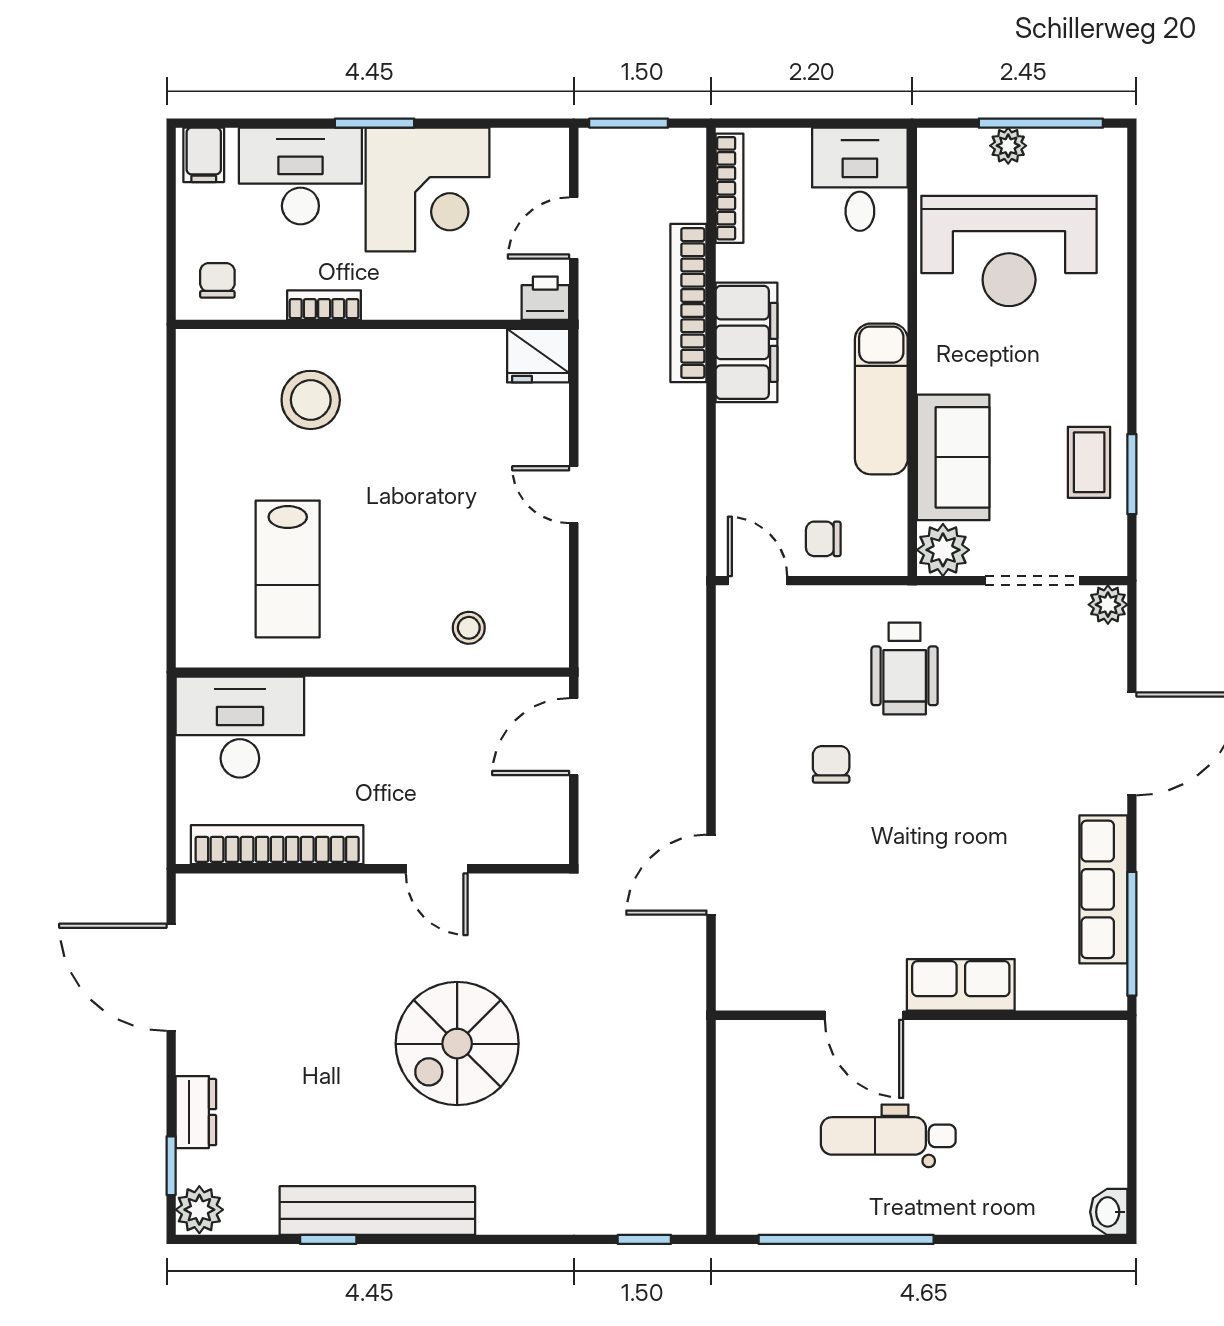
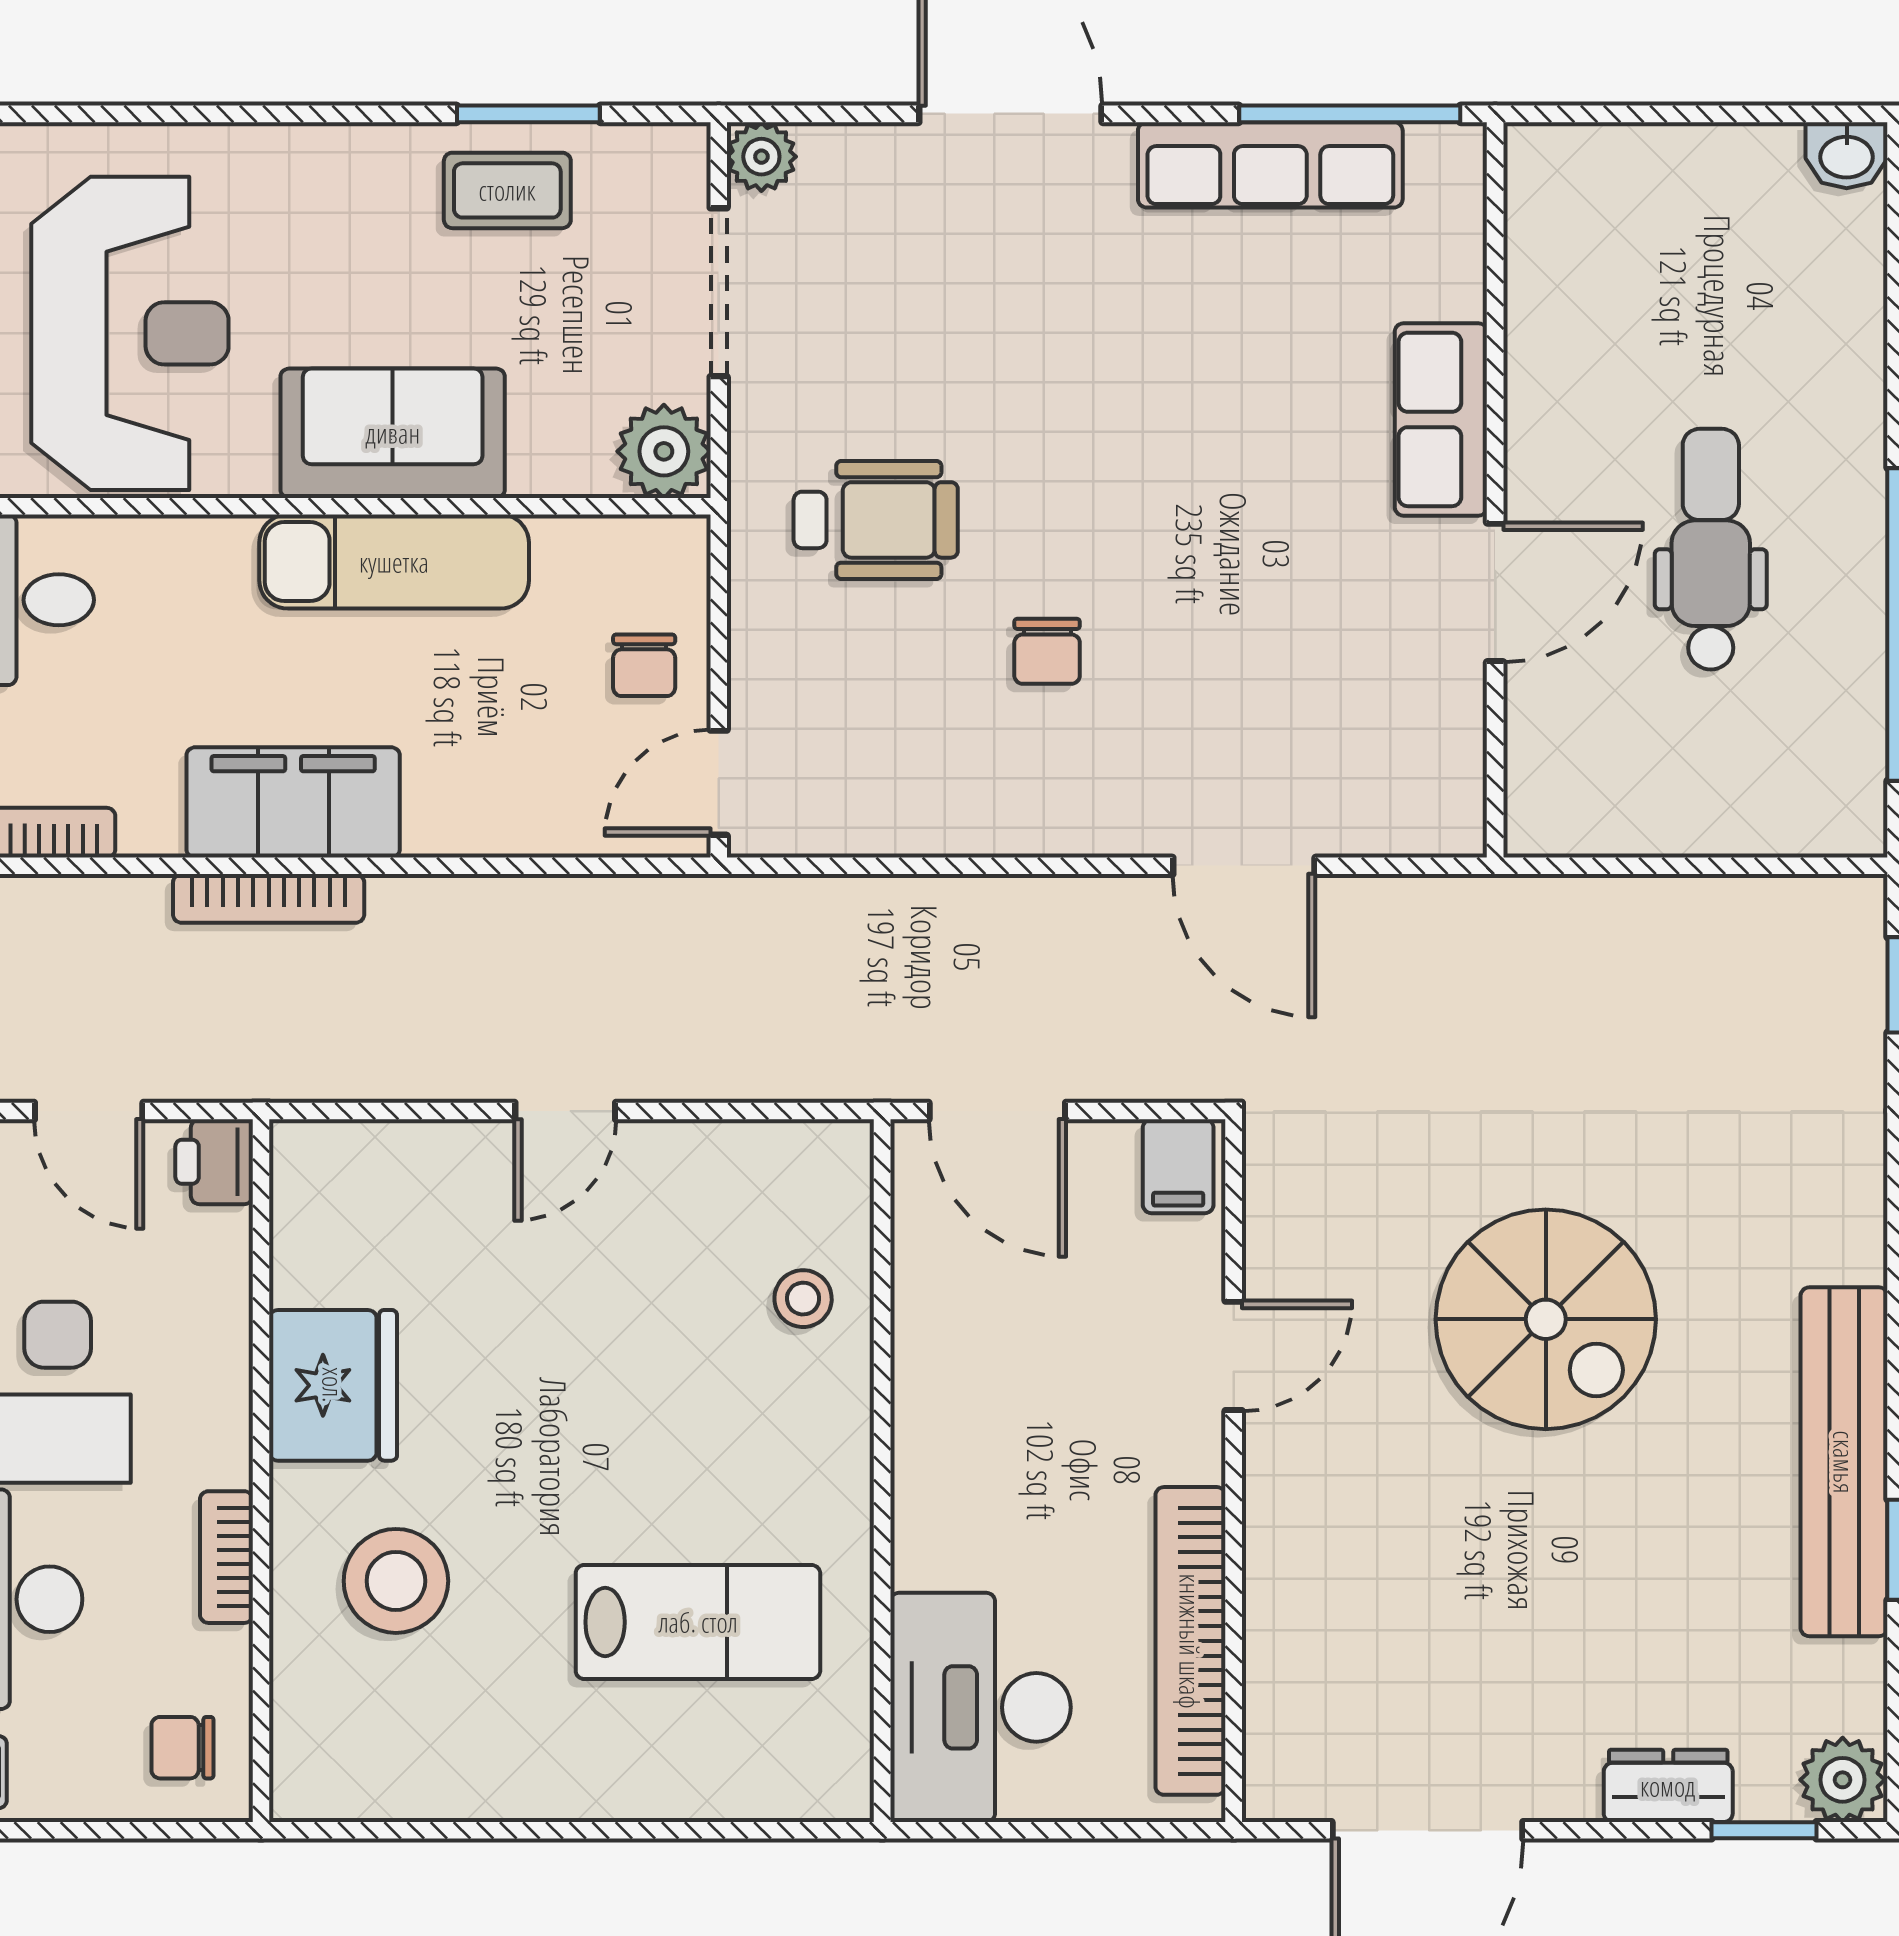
bookcase: (688, 303) -> (269, 898), width x0.68, depth x0.76
fridge: (538, 356) -> (333, 1385), moved, width x1.36, depth x1.34
sofa: (953, 457) -> (393, 433), moved
chair: (831, 764) -> (1047, 651), turned -90
filing cabinet: (543, 838) -> (1178, 1166), added
dental chair: (888, 1136) -> (1711, 549), turned 180

